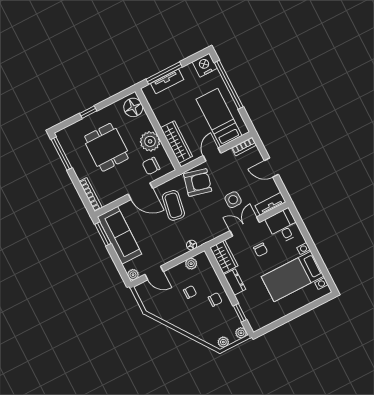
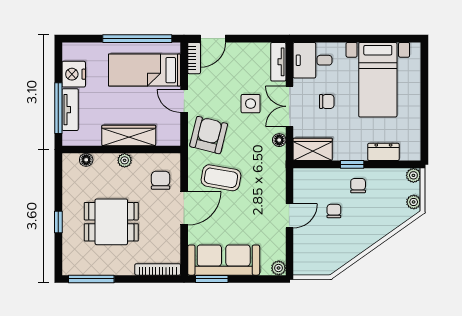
nightstand: (205, 65) -> (74, 74), moved
window: (229, 85) -> (137, 39), moved
floor lamp: (133, 107) -> (86, 160), width x0.53, depth x0.53
plant: (150, 141) -> (125, 160), width x0.53, depth x0.53
wardrobe: (177, 142) -> (129, 135), moved
chair: (151, 166) -> (161, 180), turned 180
door: (271, 168) -> (213, 39), moved
floor lamp: (192, 245) -> (279, 140), moved
plant: (191, 264) -> (301, 192), removed
door: (154, 273) -> (289, 216), moved
dresser: (235, 282) -> (383, 152), moved
window: (240, 313) -> (352, 164), moved

